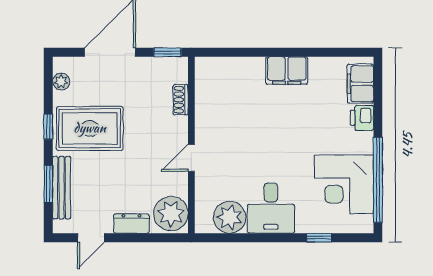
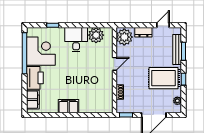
printer: (362, 118) -> (35, 78), width x1.87, depth x1.48

